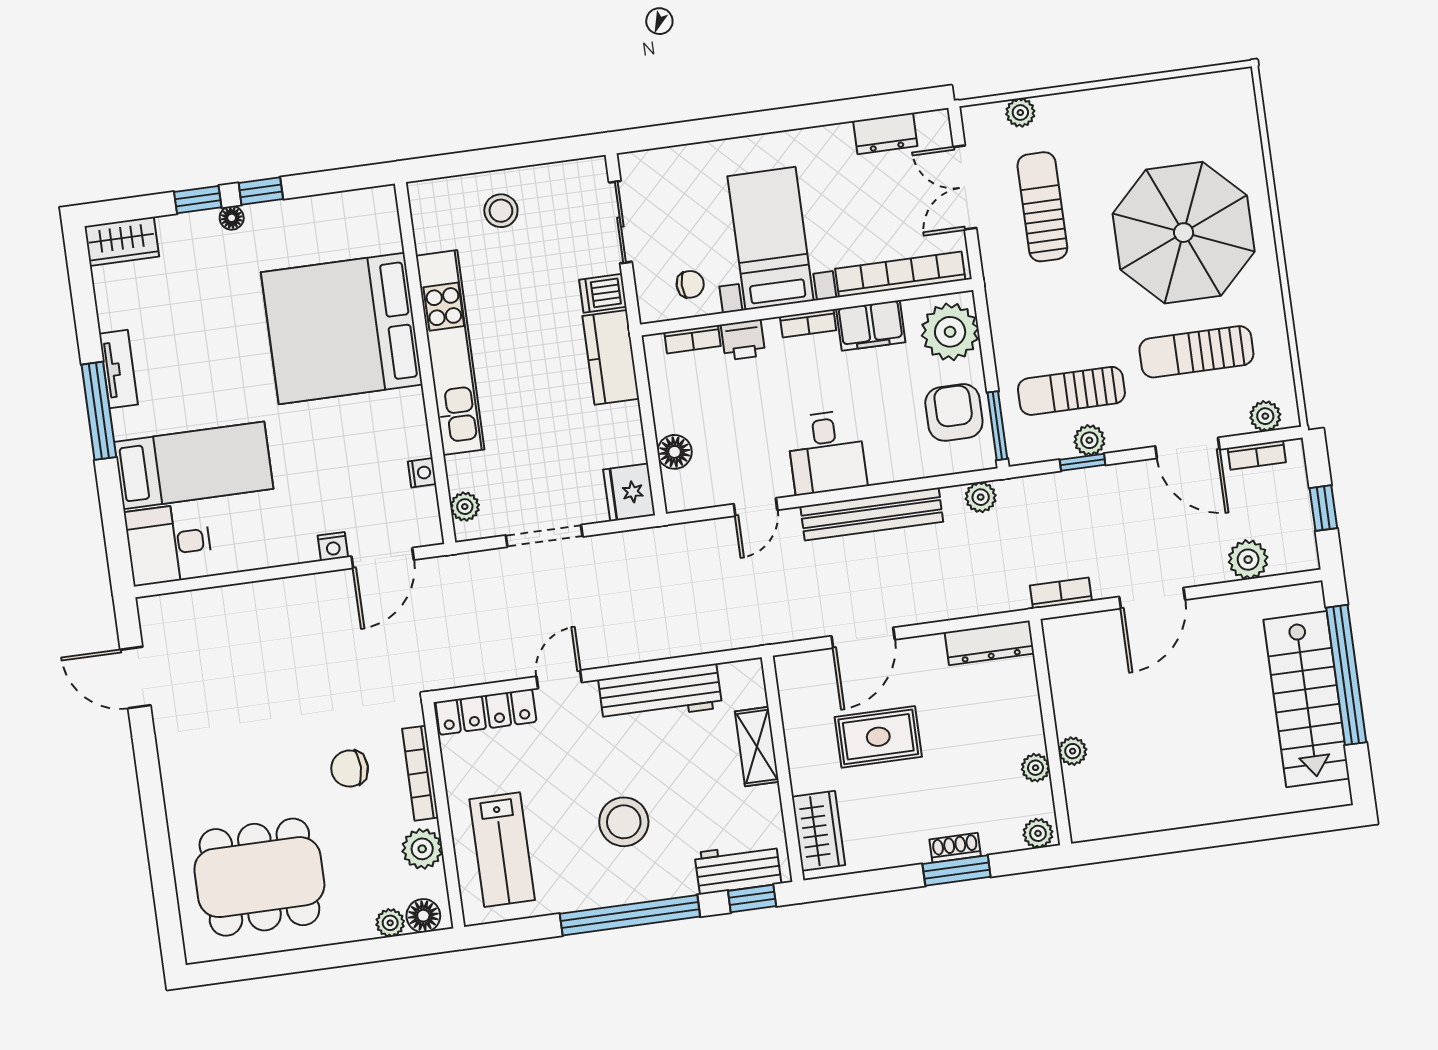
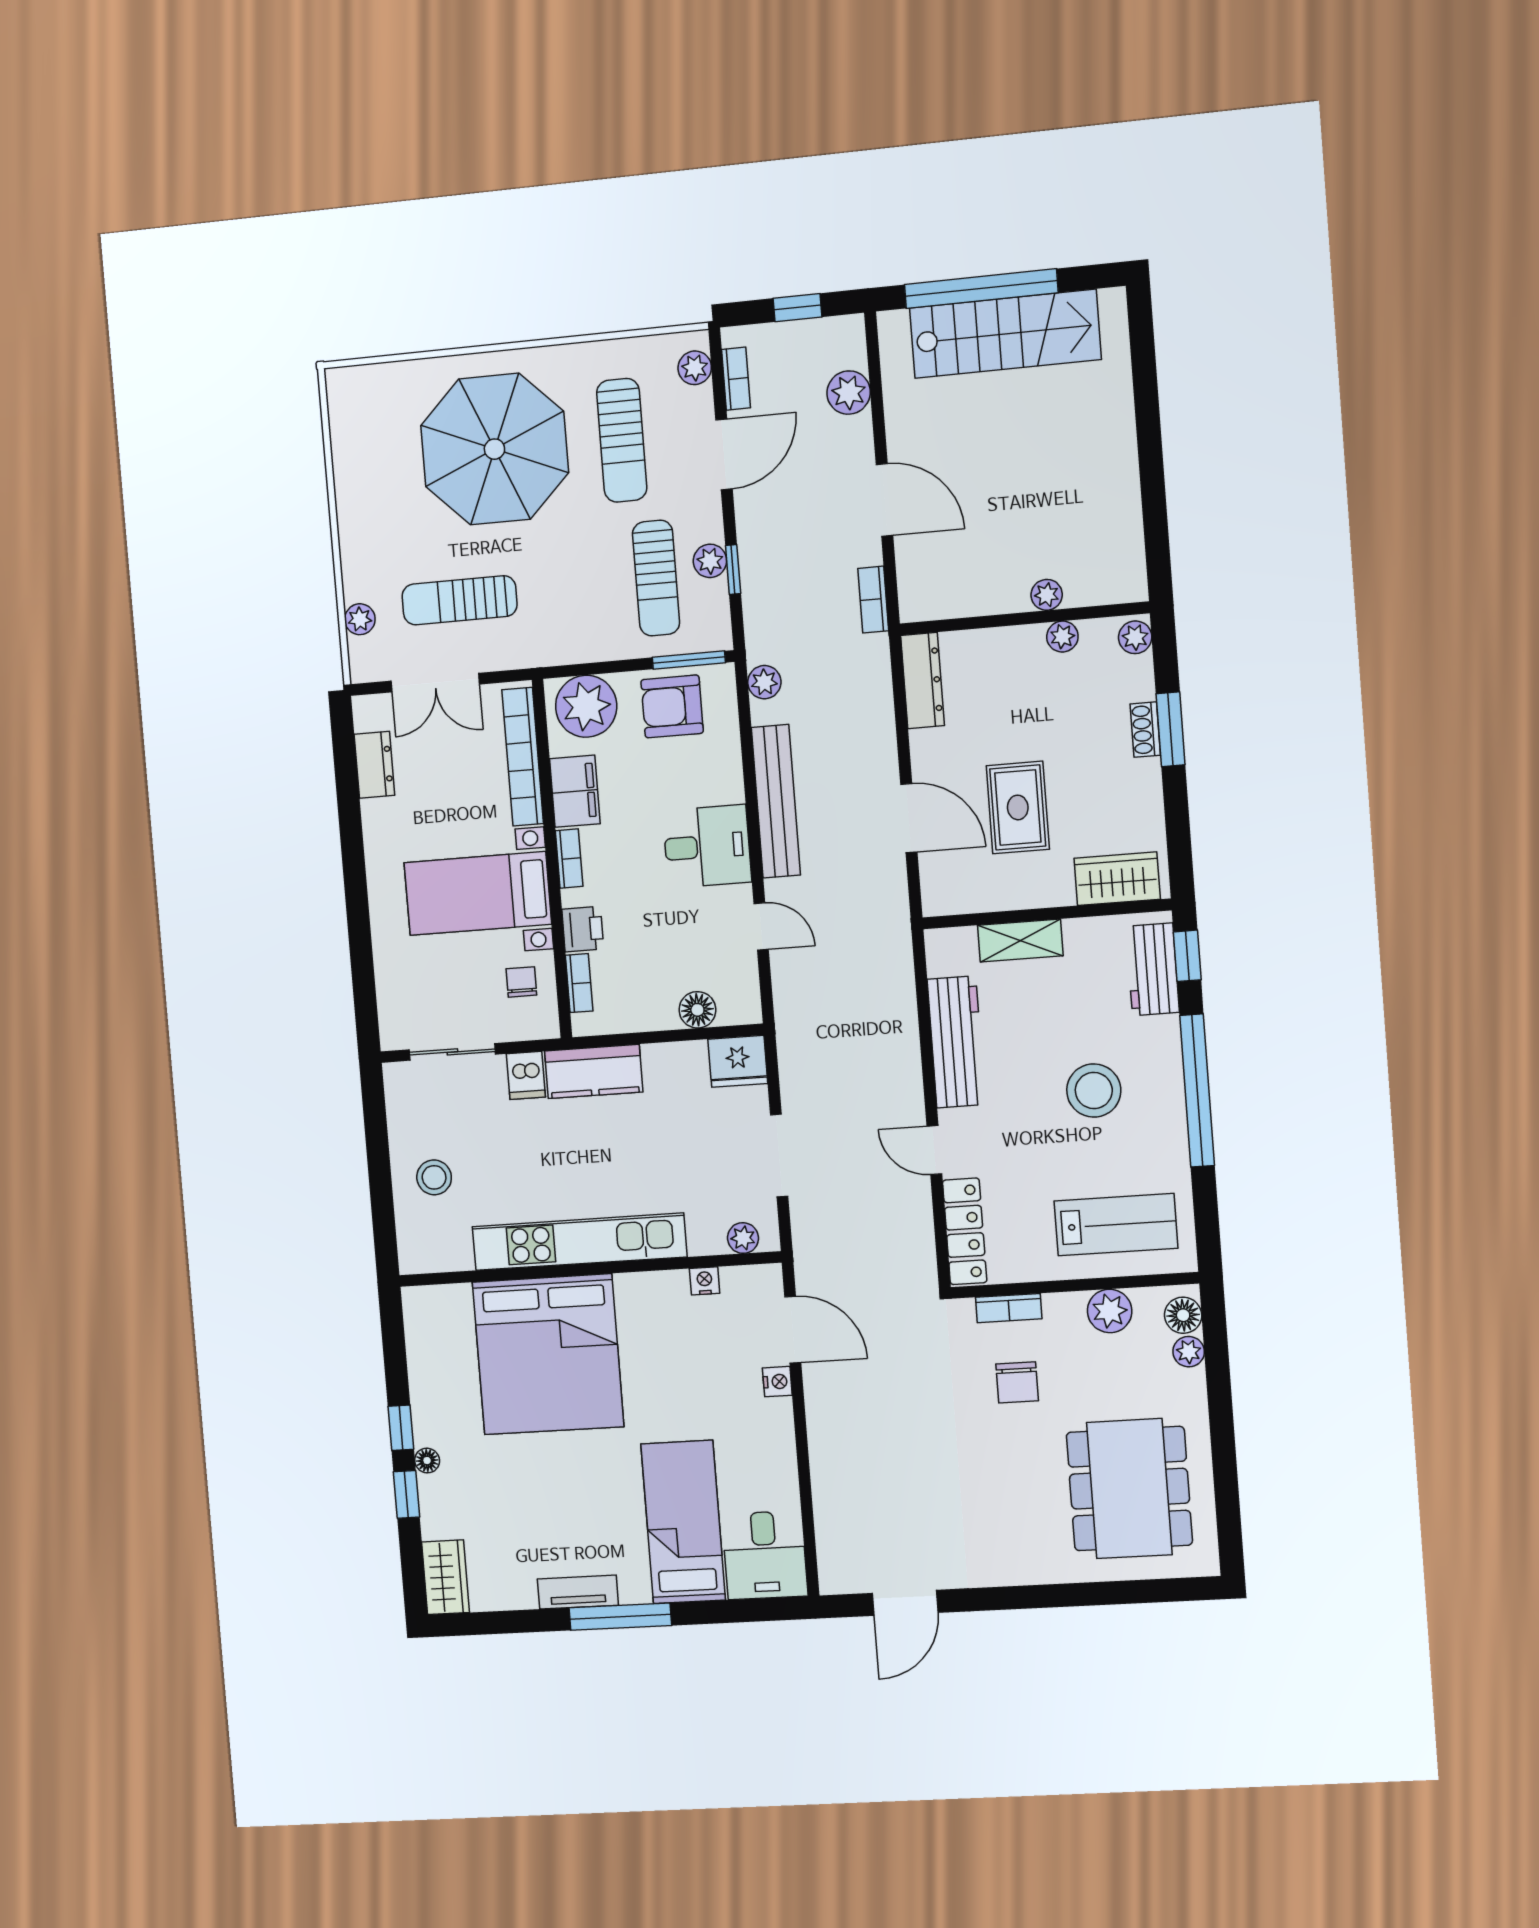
bookcase: (420, 773) -> (1009, 1308), width x0.64

